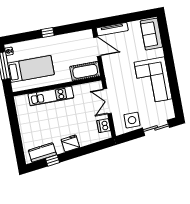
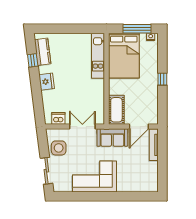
sofa: (151, 34) -> (112, 138), moved, turned 180
bed: (31, 69) -> (124, 56), width x1.50
kitchen unit: (51, 96) -> (98, 56), moved

